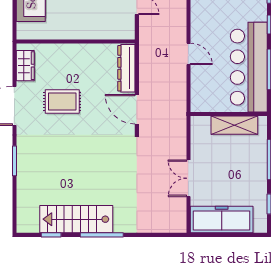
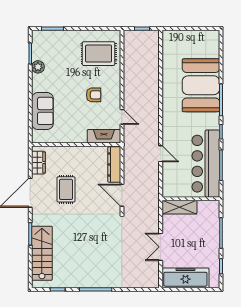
fireplace: (113, 30) -> (104, 136), added
rug: (62, 101) -> (66, 189), turned 90
shelving: (234, 125) -> (179, 207), moved
stairs: (76, 219) -> (42, 253), moved, turned 90

